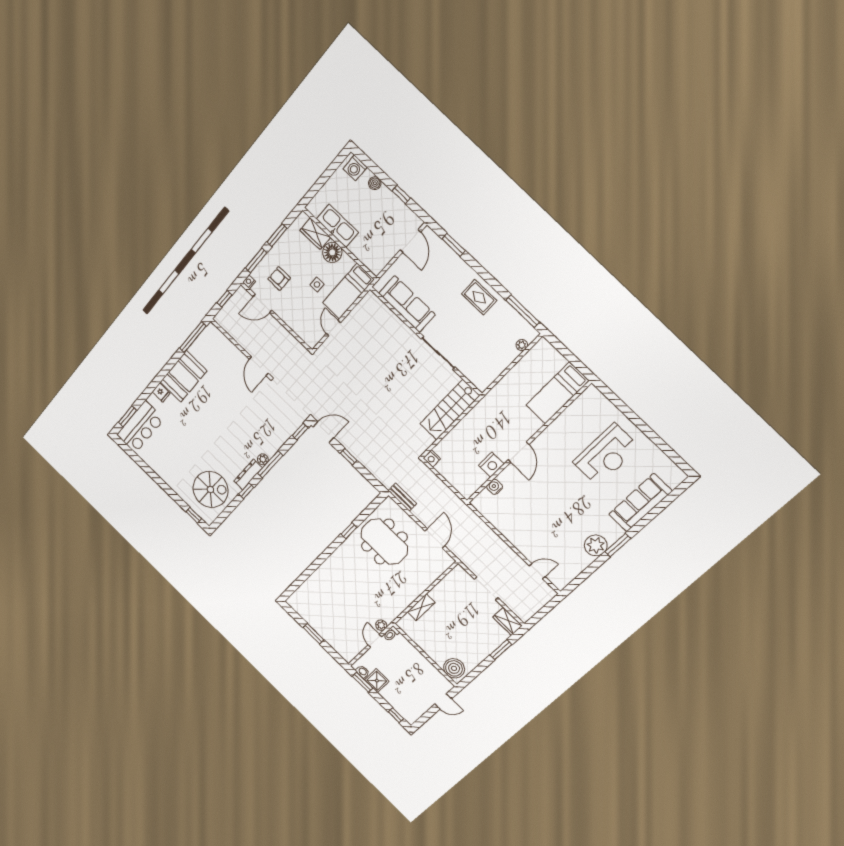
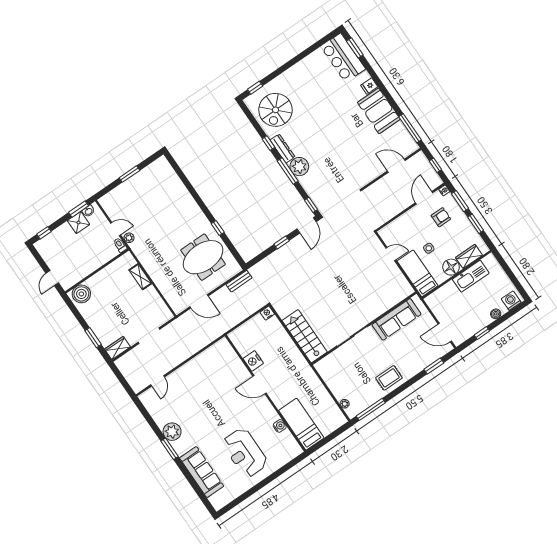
door: (259, 366) -> (396, 166), moved
plant: (263, 459) -> (299, 167), width x1.88, depth x1.88
water cooler: (495, 487) -> (280, 426), moved

